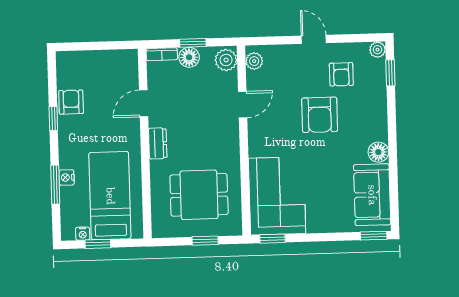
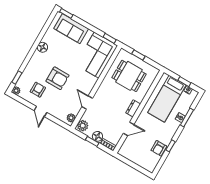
door: (243, 105) -> (87, 102), hinge flipped
armchair: (320, 115) -> (57, 78), turned 90
sofa: (372, 195) -> (71, 29), moved, turned 90

